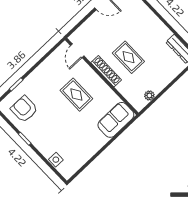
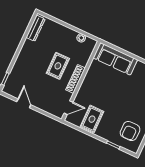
rug: (76, 95) -> (92, 119), moved
sofa: (116, 120) -> (115, 59), width x1.36

